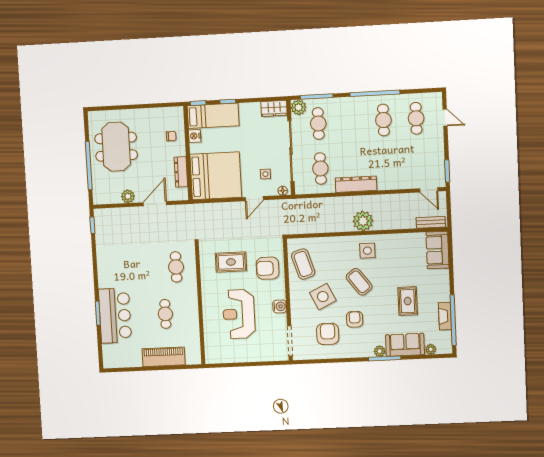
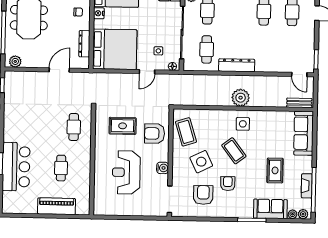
plant: (128, 196) -> (15, 61), moved
sofa: (438, 250) -> (304, 133), width x1.36
plant: (380, 351) -> (303, 214), moved

